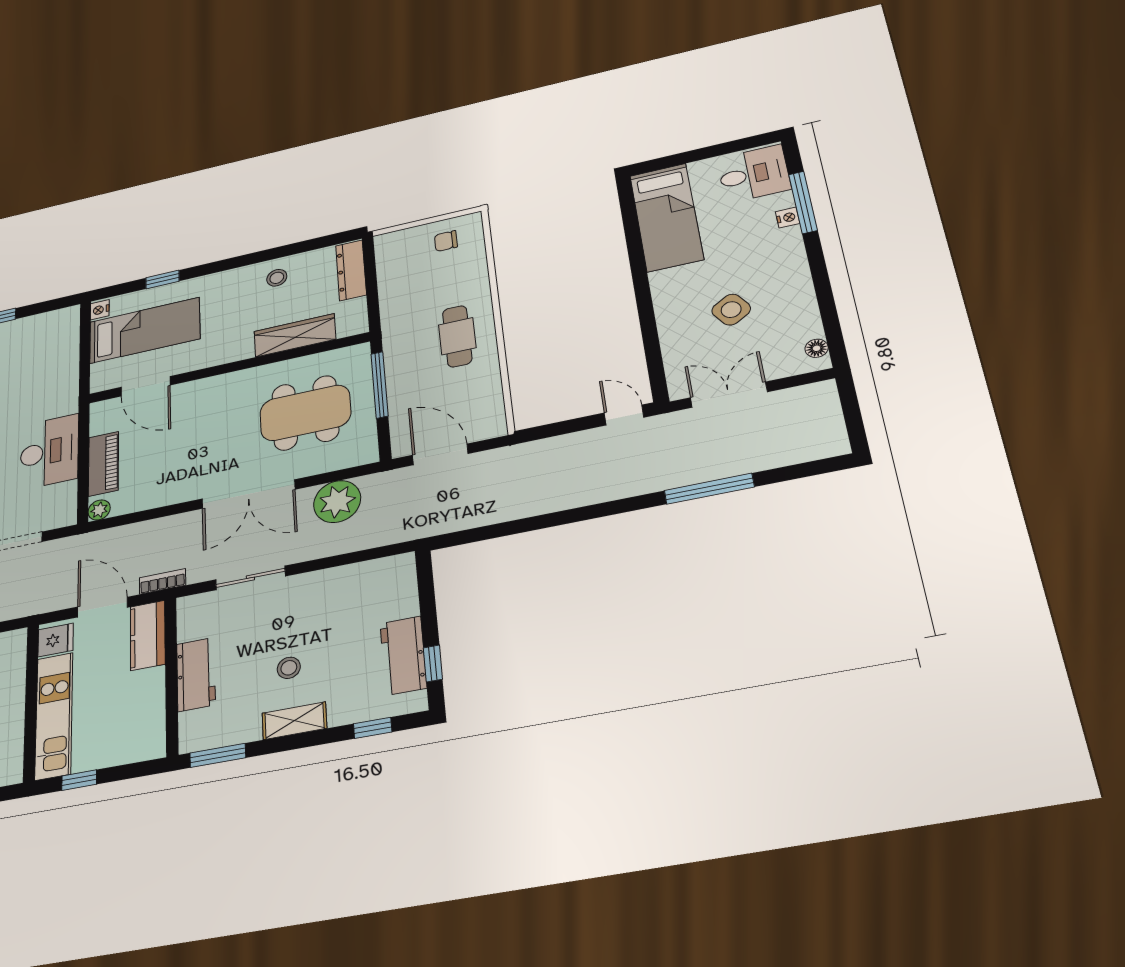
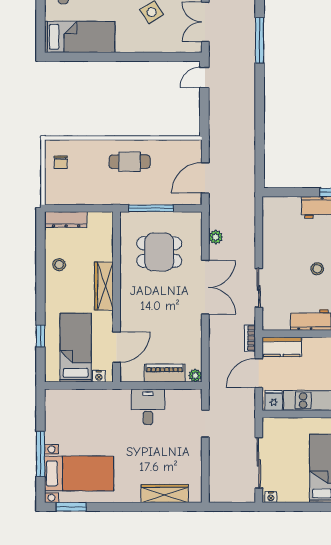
nightstand: (100, 310) -> (99, 376), moved
wardrobe: (295, 335) -> (104, 286), moved
dining table: (305, 413) -> (159, 252), width x0.73
desk: (49, 452) -> (148, 407), width x0.73
plant: (337, 502) -> (216, 237), width x0.53, depth x0.53

